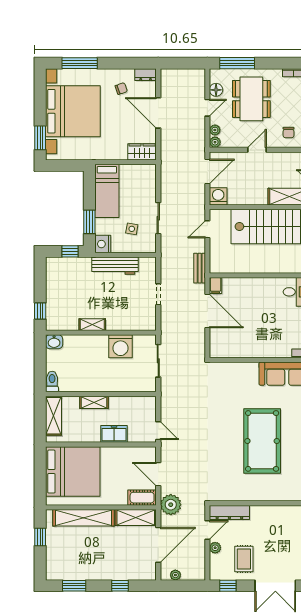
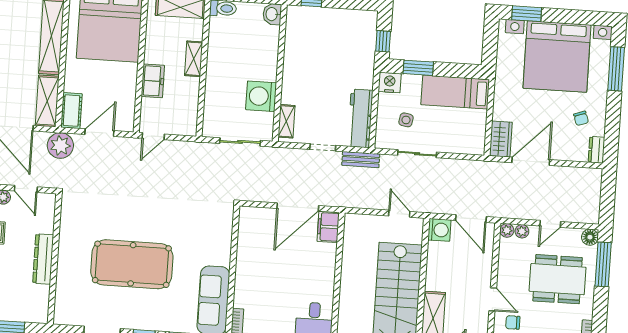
floor lamp: (216, 90) -> (590, 237), moved
door: (207, 108) -> (550, 224), hinge flipped
door: (158, 113) -> (531, 161), moved
door: (257, 150) -> (493, 299), moved
workbench: (115, 266) -> (360, 118), moved
bench: (200, 268) -> (361, 160), moved
filing cabinet: (216, 286) -> (328, 227), width x2.00
shelving: (92, 325) -> (286, 121), moved
dresser: (229, 512) -> (43, 259), moved

